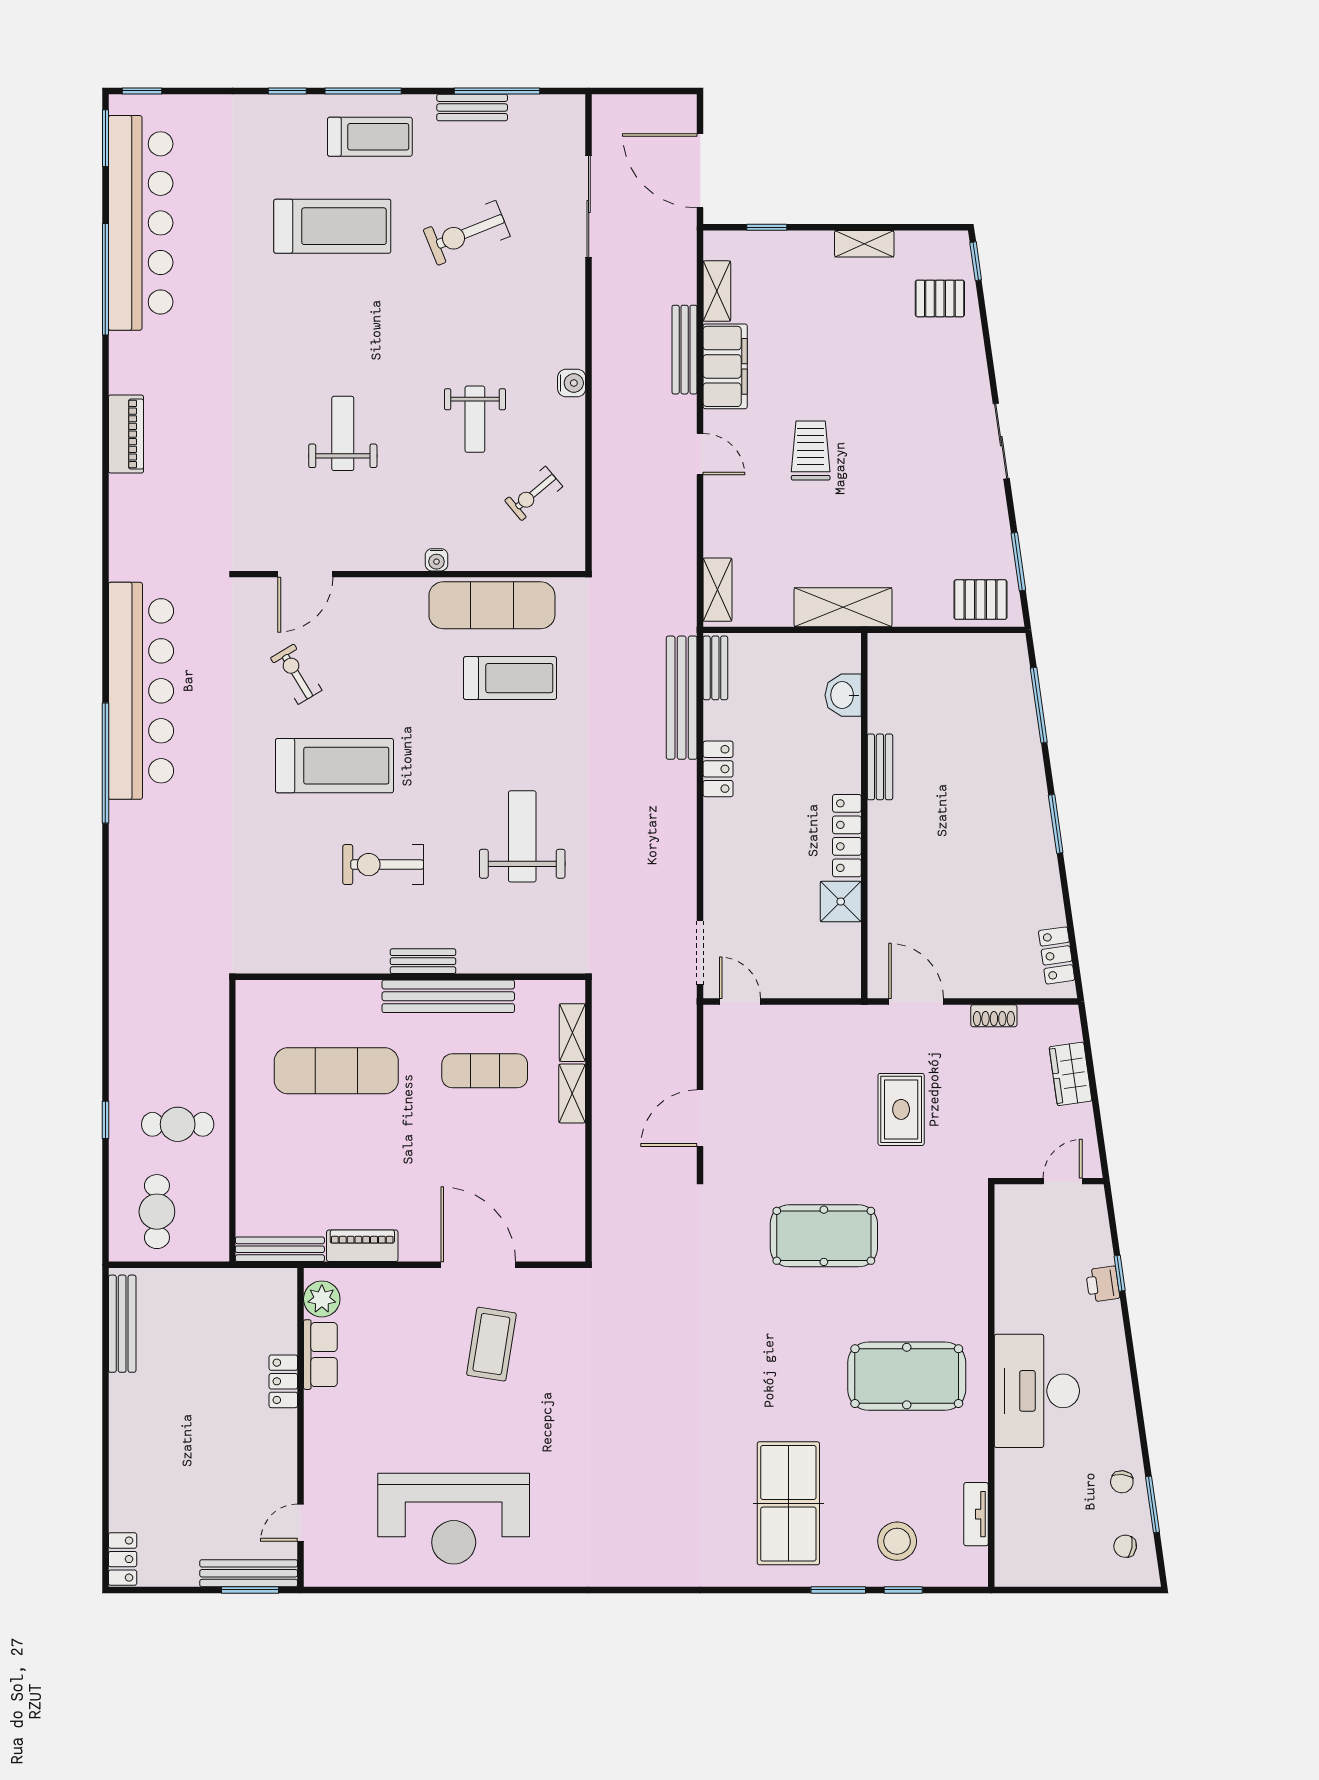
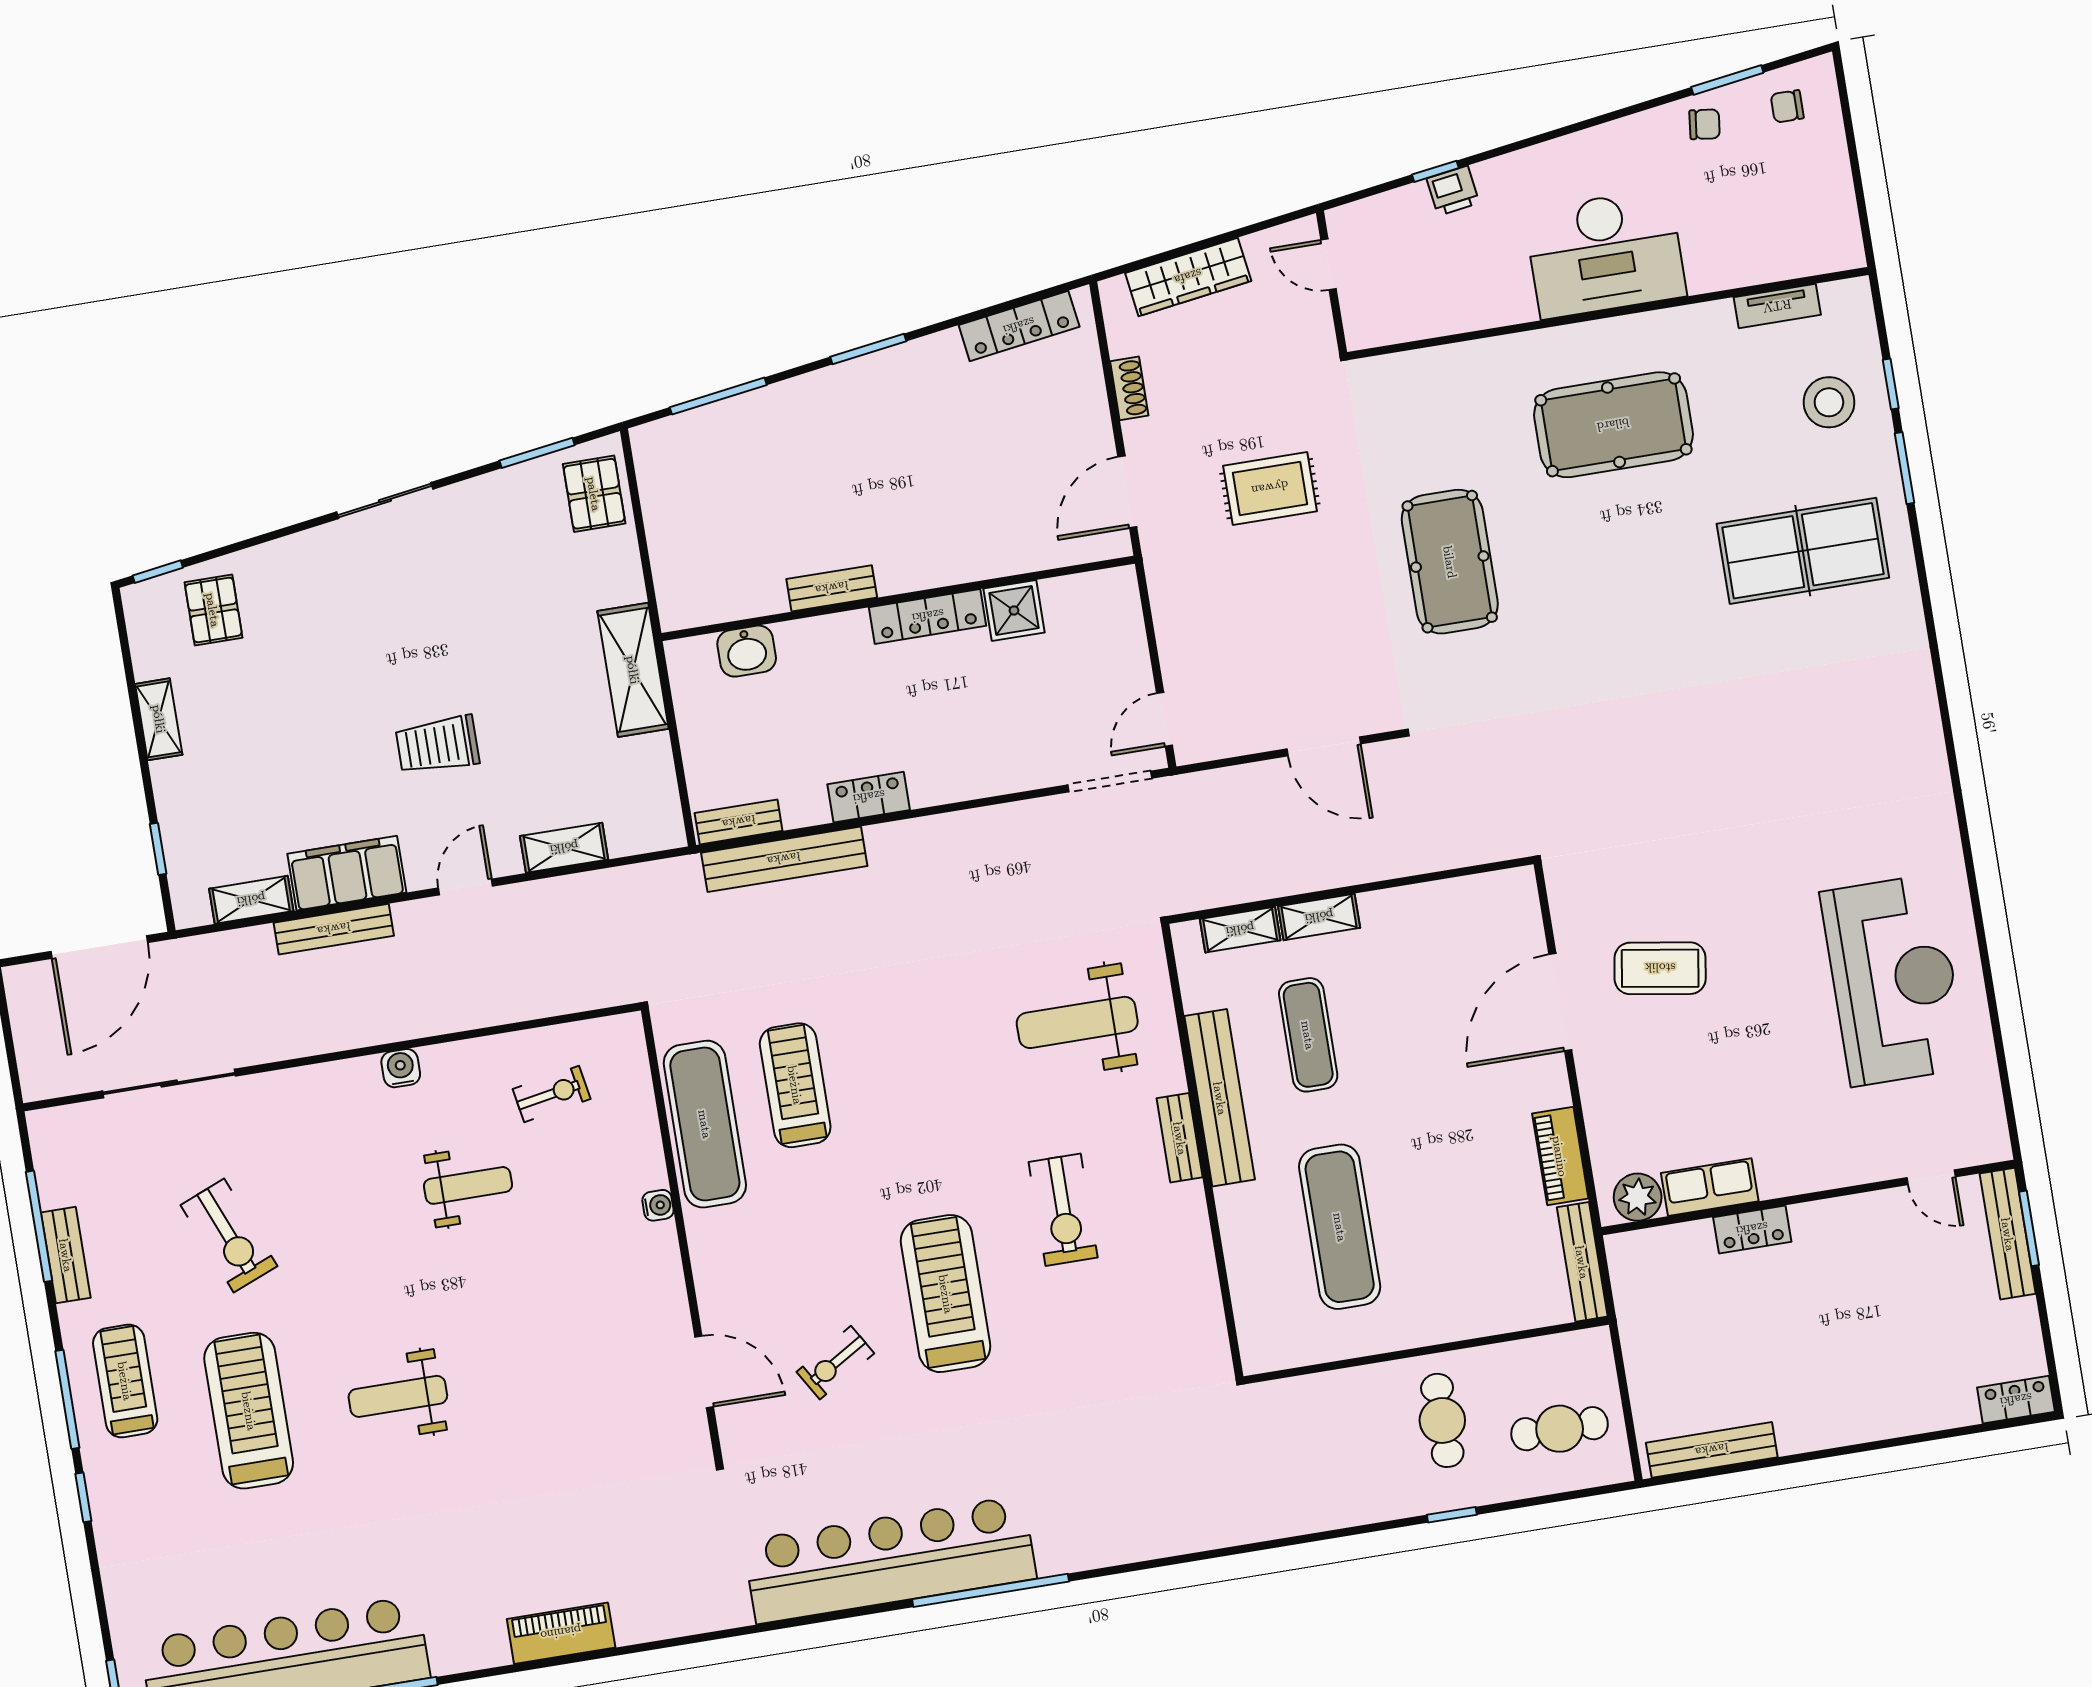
weight bench: (343, 433) -> (398, 1396), moved
exercise bike: (534, 494) -> (552, 1094), turned -60
shelving: (717, 590) -> (564, 848), moved
weight bench: (522, 836) -> (1077, 1022), moved
locker: (1057, 955) -> (1019, 326), width x1.53
wardrobe: (1071, 1074) -> (1188, 277), width x1.50
pool table: (907, 1376) -> (1613, 425), turned 90
chair: (1125, 1546) -> (1787, 106), turned 80

